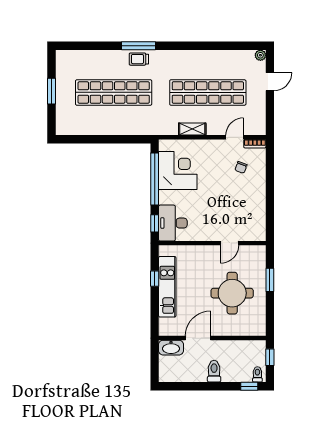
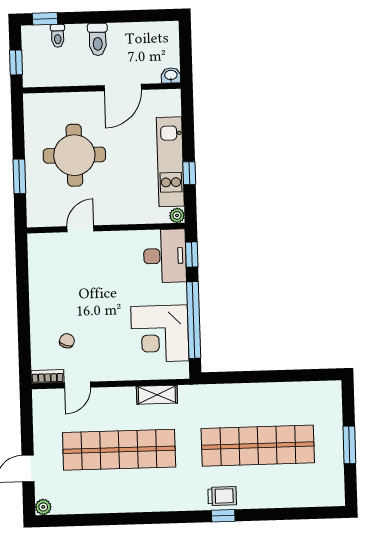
window: (139, 46) -> (223, 516), width x0.46
shelving: (192, 129) -> (157, 395), moved
plant: (164, 250) -> (177, 215), added
washbasin: (171, 348) -> (171, 75), width x0.52, depth x0.69
toilet: (257, 374) -> (58, 36), moved

